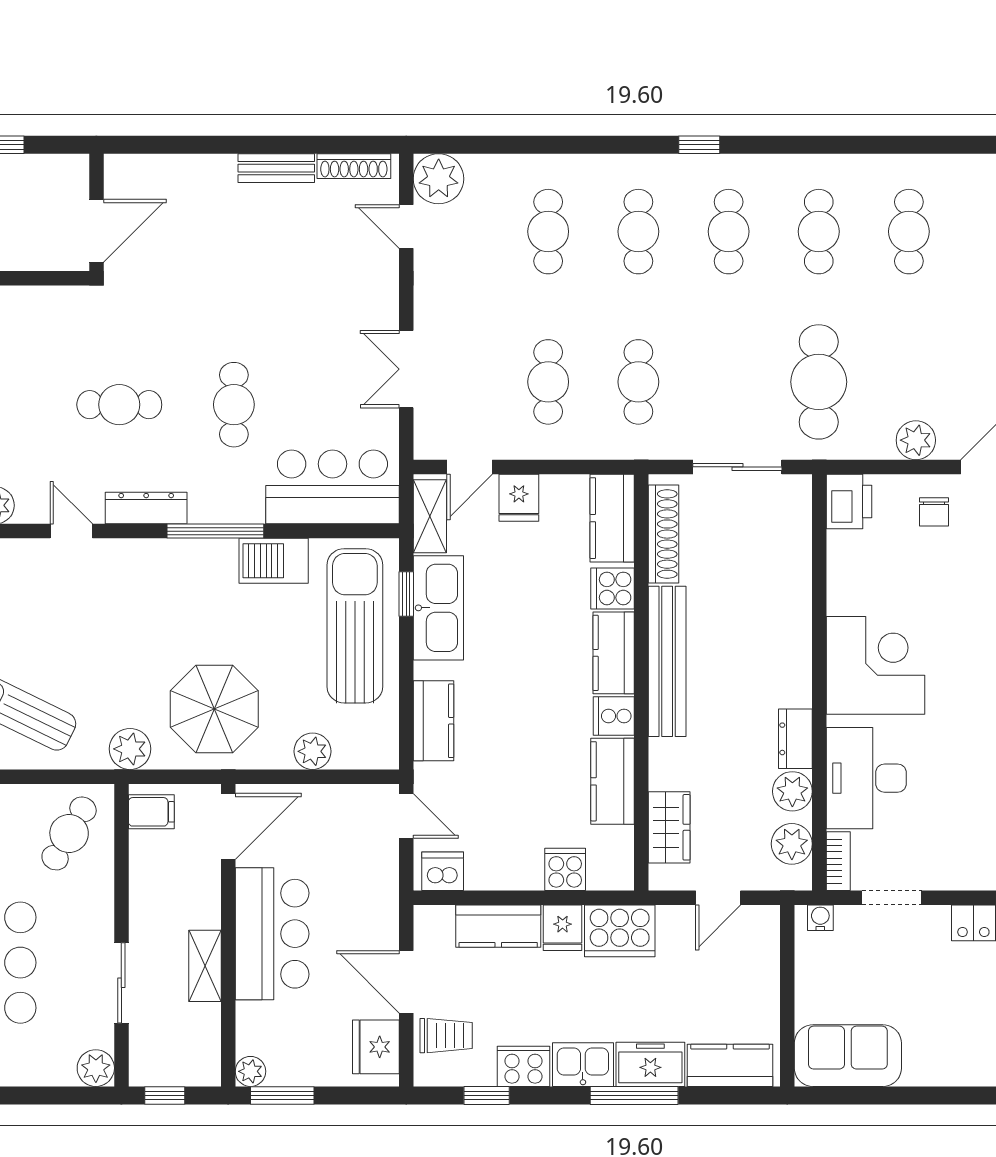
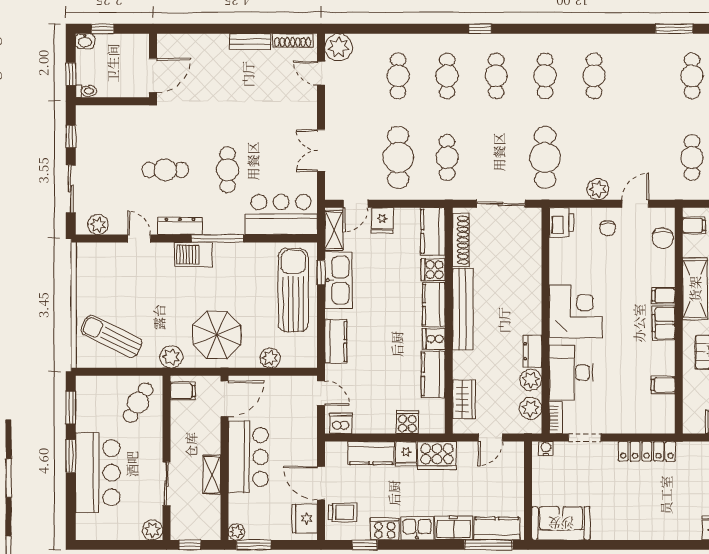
cafe table: (548, 382) -> (398, 157), width x1.37, depth x1.35
barbecue: (274, 561) -> (193, 255), moved
window: (634, 1095) -> (489, 545), moved

